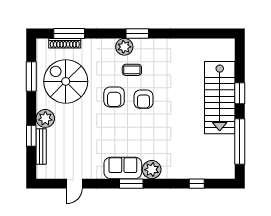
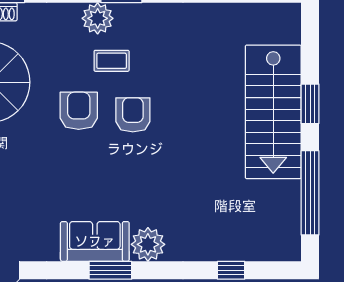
armchair: (114, 97) -> (79, 111), turned 180
armchair: (143, 99) -> (133, 115), turned 180

